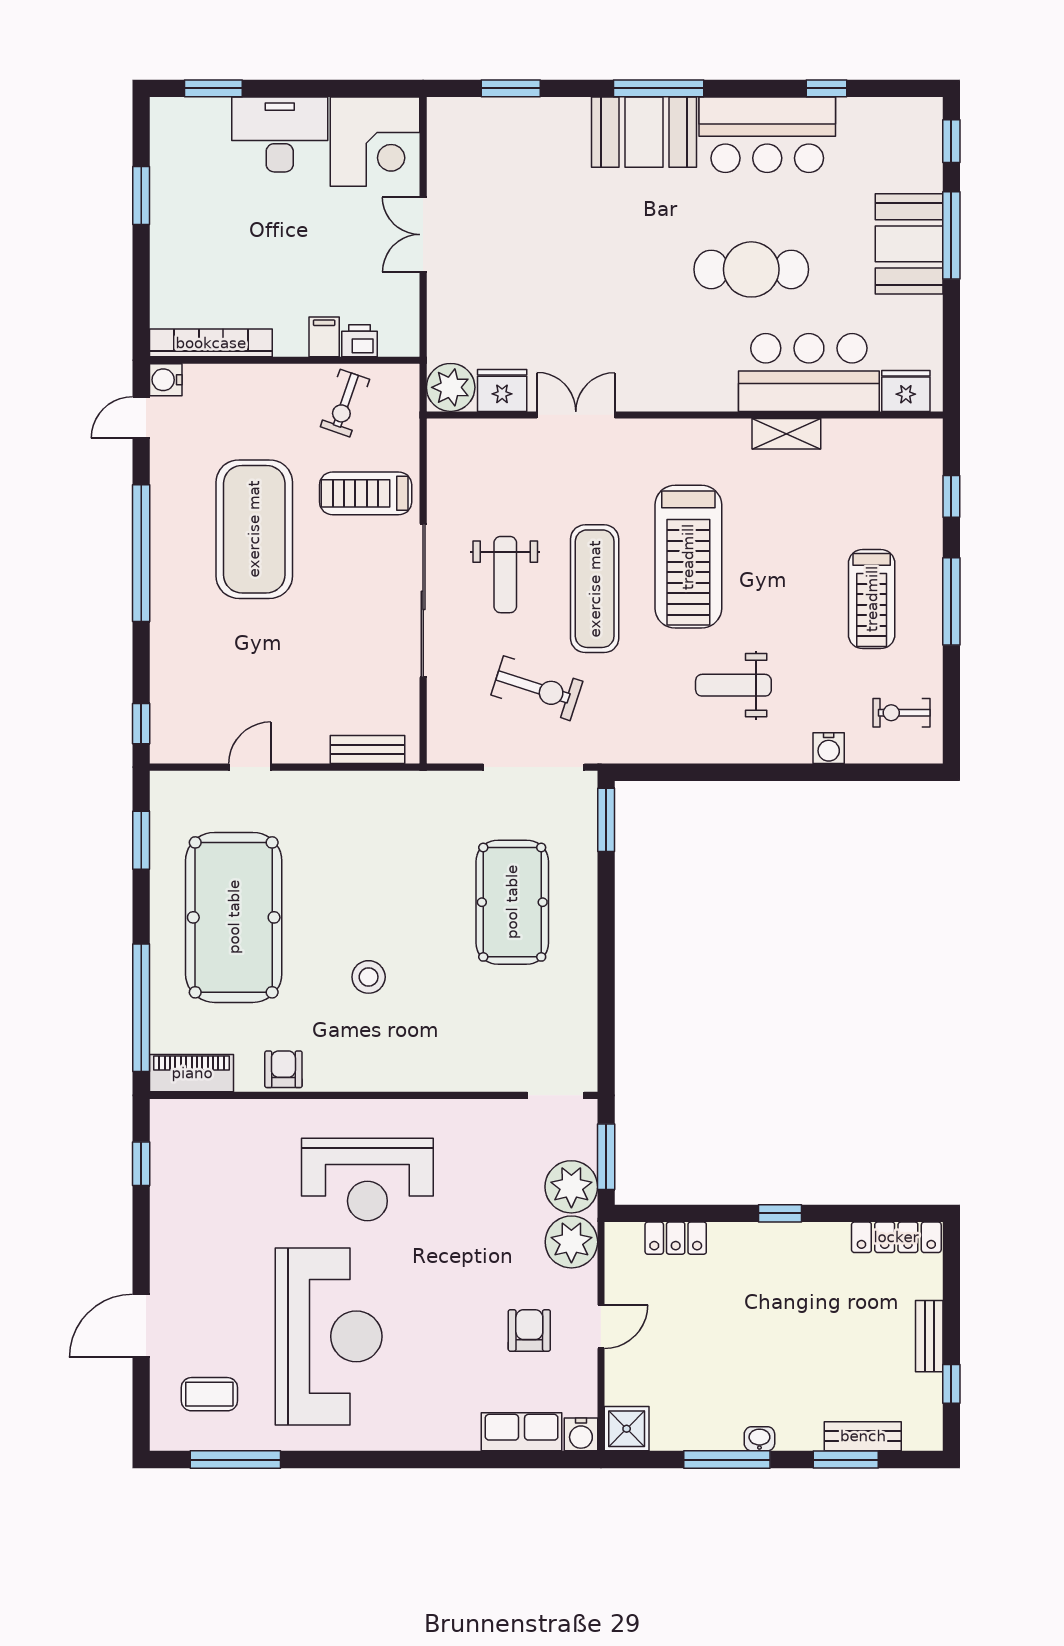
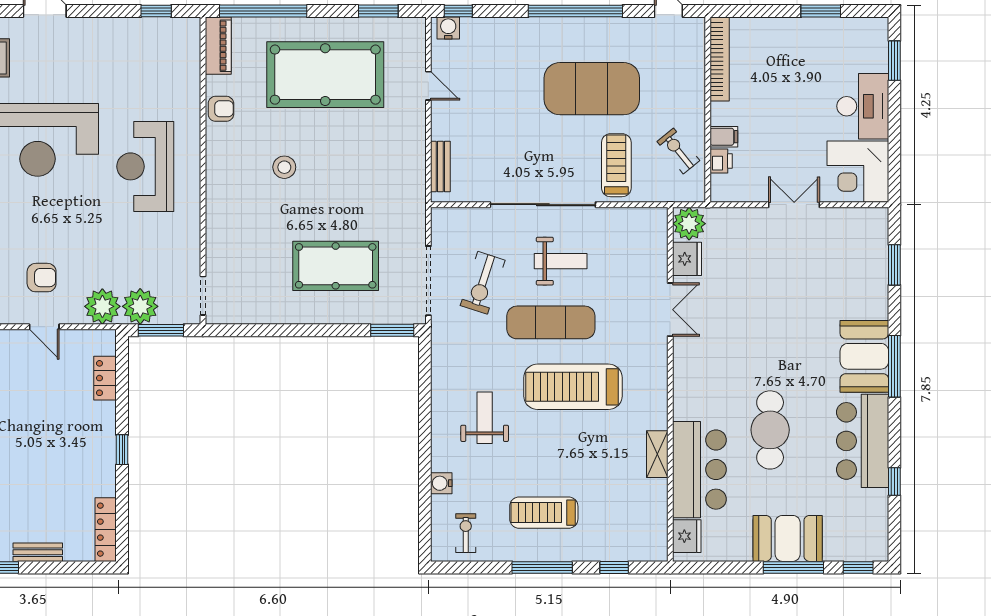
water cooler: (166, 380) -> (448, 28), moved
exercise bike: (345, 403) -> (678, 151), turned 32
weight bench: (505, 575) -> (561, 261), turned 180

